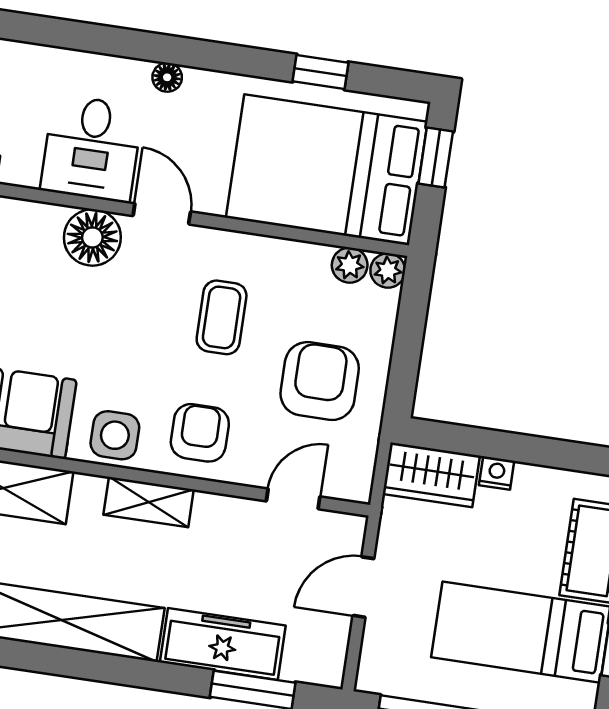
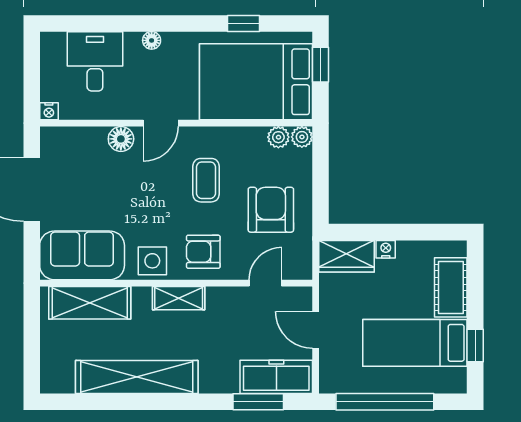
desk: (92, 148) -> (95, 61), moved, turned 180
door: (162, 214) -> (161, 123), swing flipped
floor lamp: (92, 237) -> (121, 139), width x0.73, depth x0.73
armchair: (200, 433) -> (203, 252), turned -90
door: (363, 587) -> (316, 330), hinge flipped
freezer: (223, 644) -> (276, 377), moved

